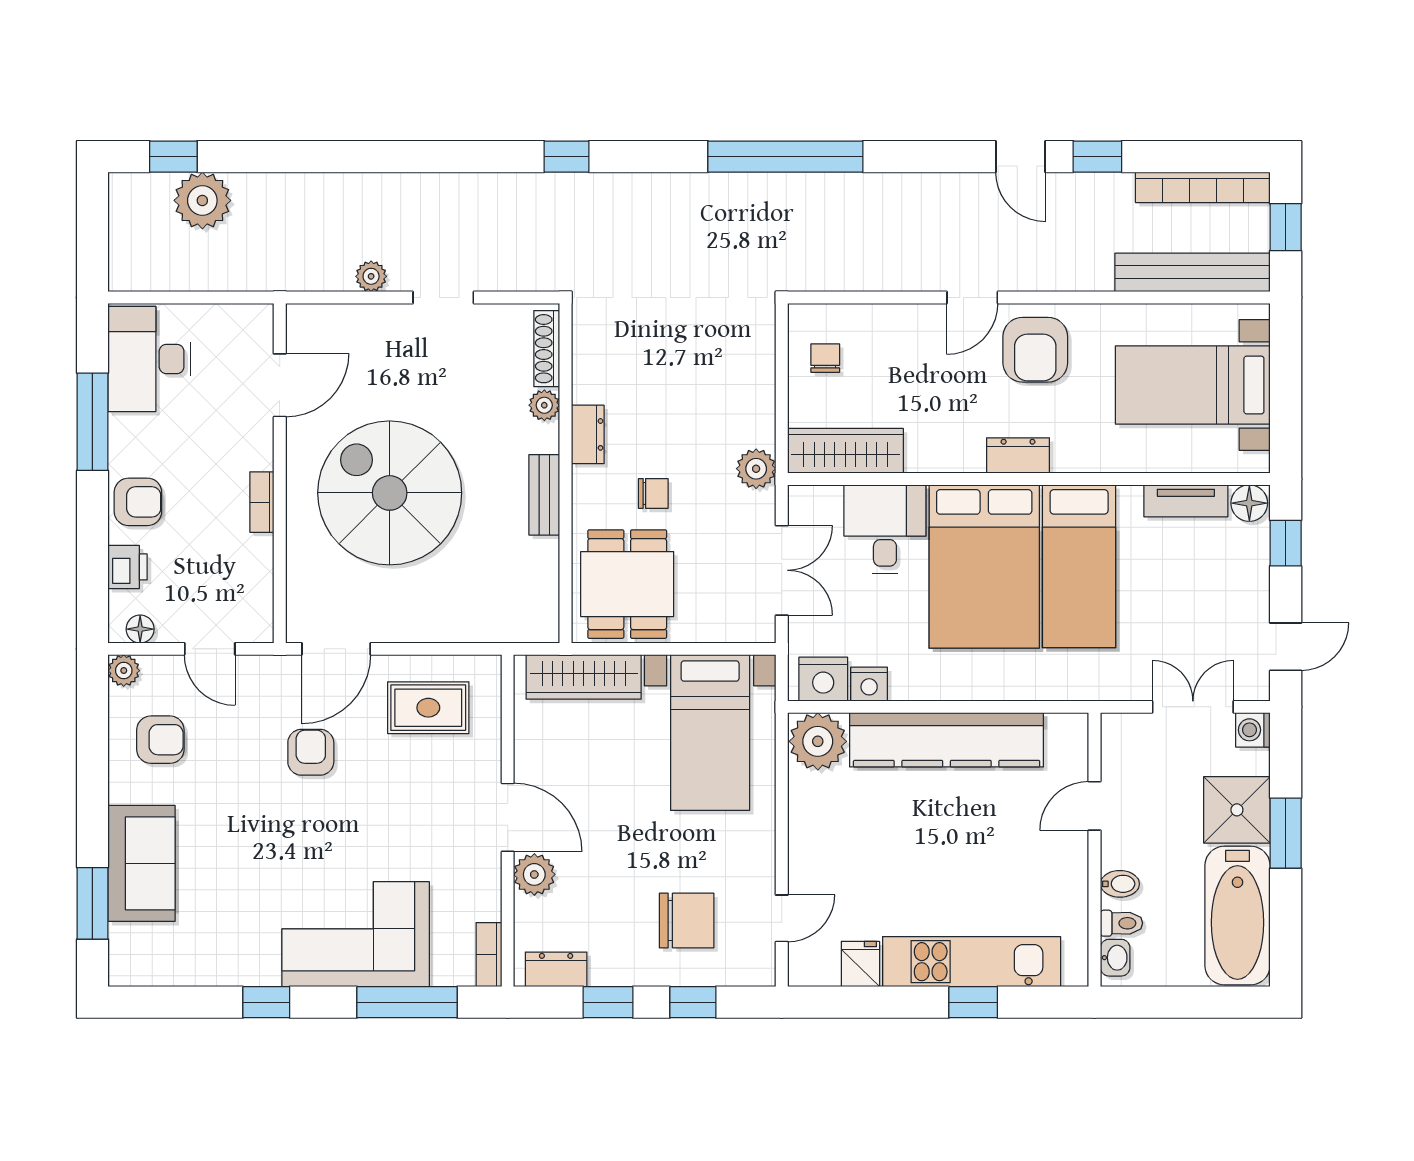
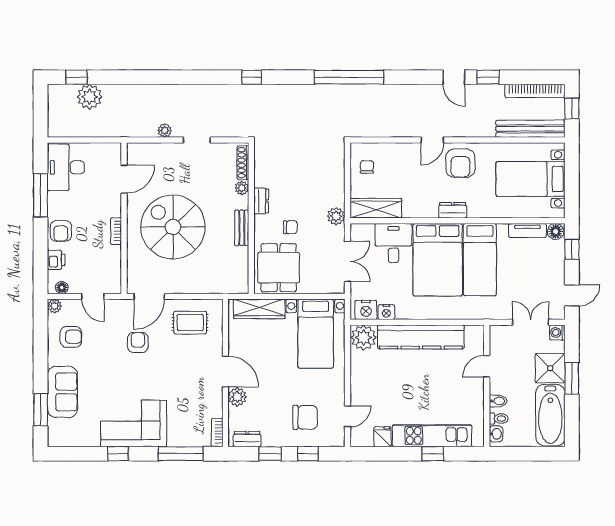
armchair: (138, 502) -> (61, 231), turned 90
corner sofa: (356, 934) -> (134, 423), moved

